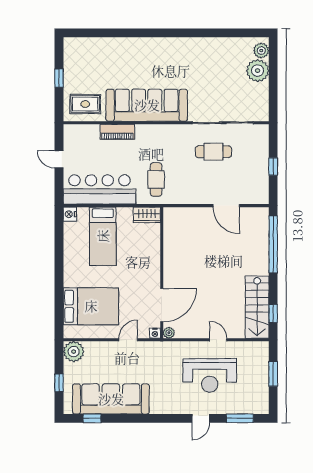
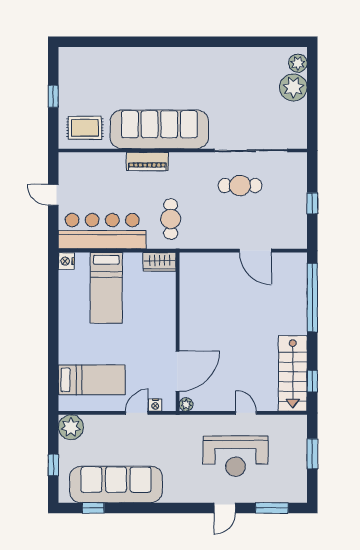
piano: (117, 132) -> (147, 162), moved
bed: (91, 306) -> (92, 380), width x0.67
nightstand: (155, 333) -> (155, 405), moved

